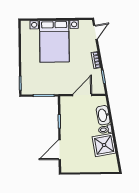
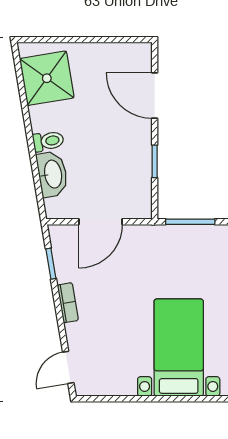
bed with nightstands: (54, 41) -> (179, 348), width x0.73
shower: (104, 145) -> (47, 78), moved
door: (60, 150) -> (155, 95), swing flipped

